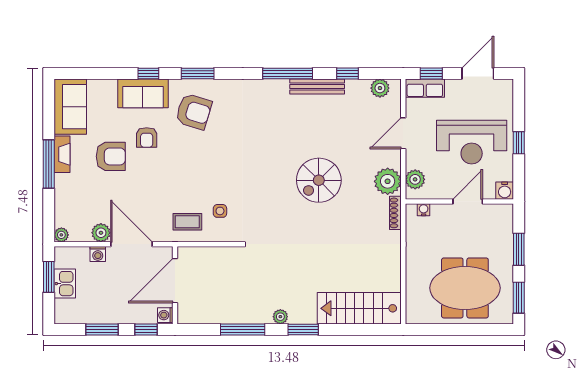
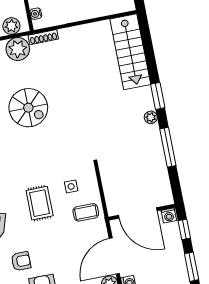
rug: (208, 171) -> (40, 203), added
coffee table: (187, 222) -> (86, 212), turned 90

